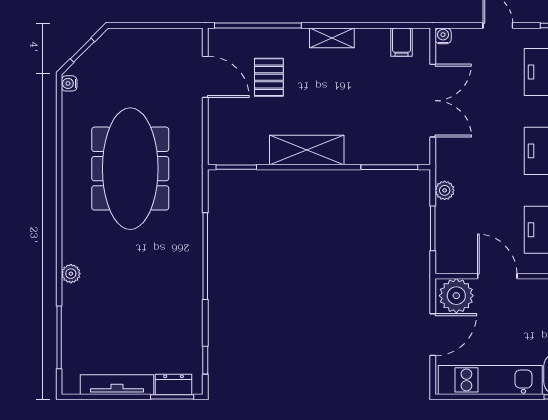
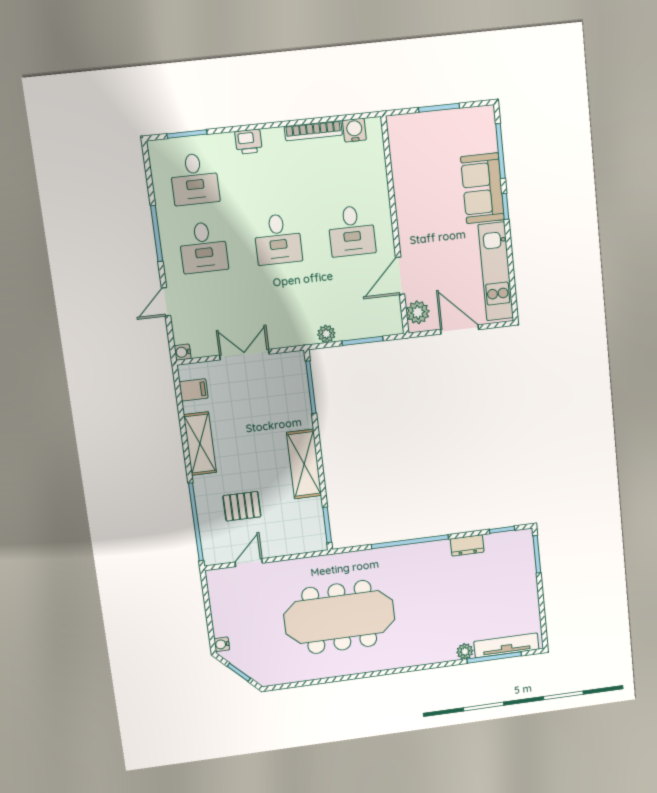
shelving: (332, 38) -> (200, 444), width x1.50, depth x1.33
door: (205, 77) -> (249, 563), width x0.73
water cooler: (69, 83) -> (222, 644), moved, turned 90
double door: (433, 101) -> (244, 355), width x0.73
plant: (71, 274) -> (465, 651), moved
plant: (456, 296) -> (418, 312), width x0.73, depth x0.73
dresser: (174, 384) -> (467, 545), moved, turned -90
tv unit: (117, 385) -> (506, 645), moved, turned 90

